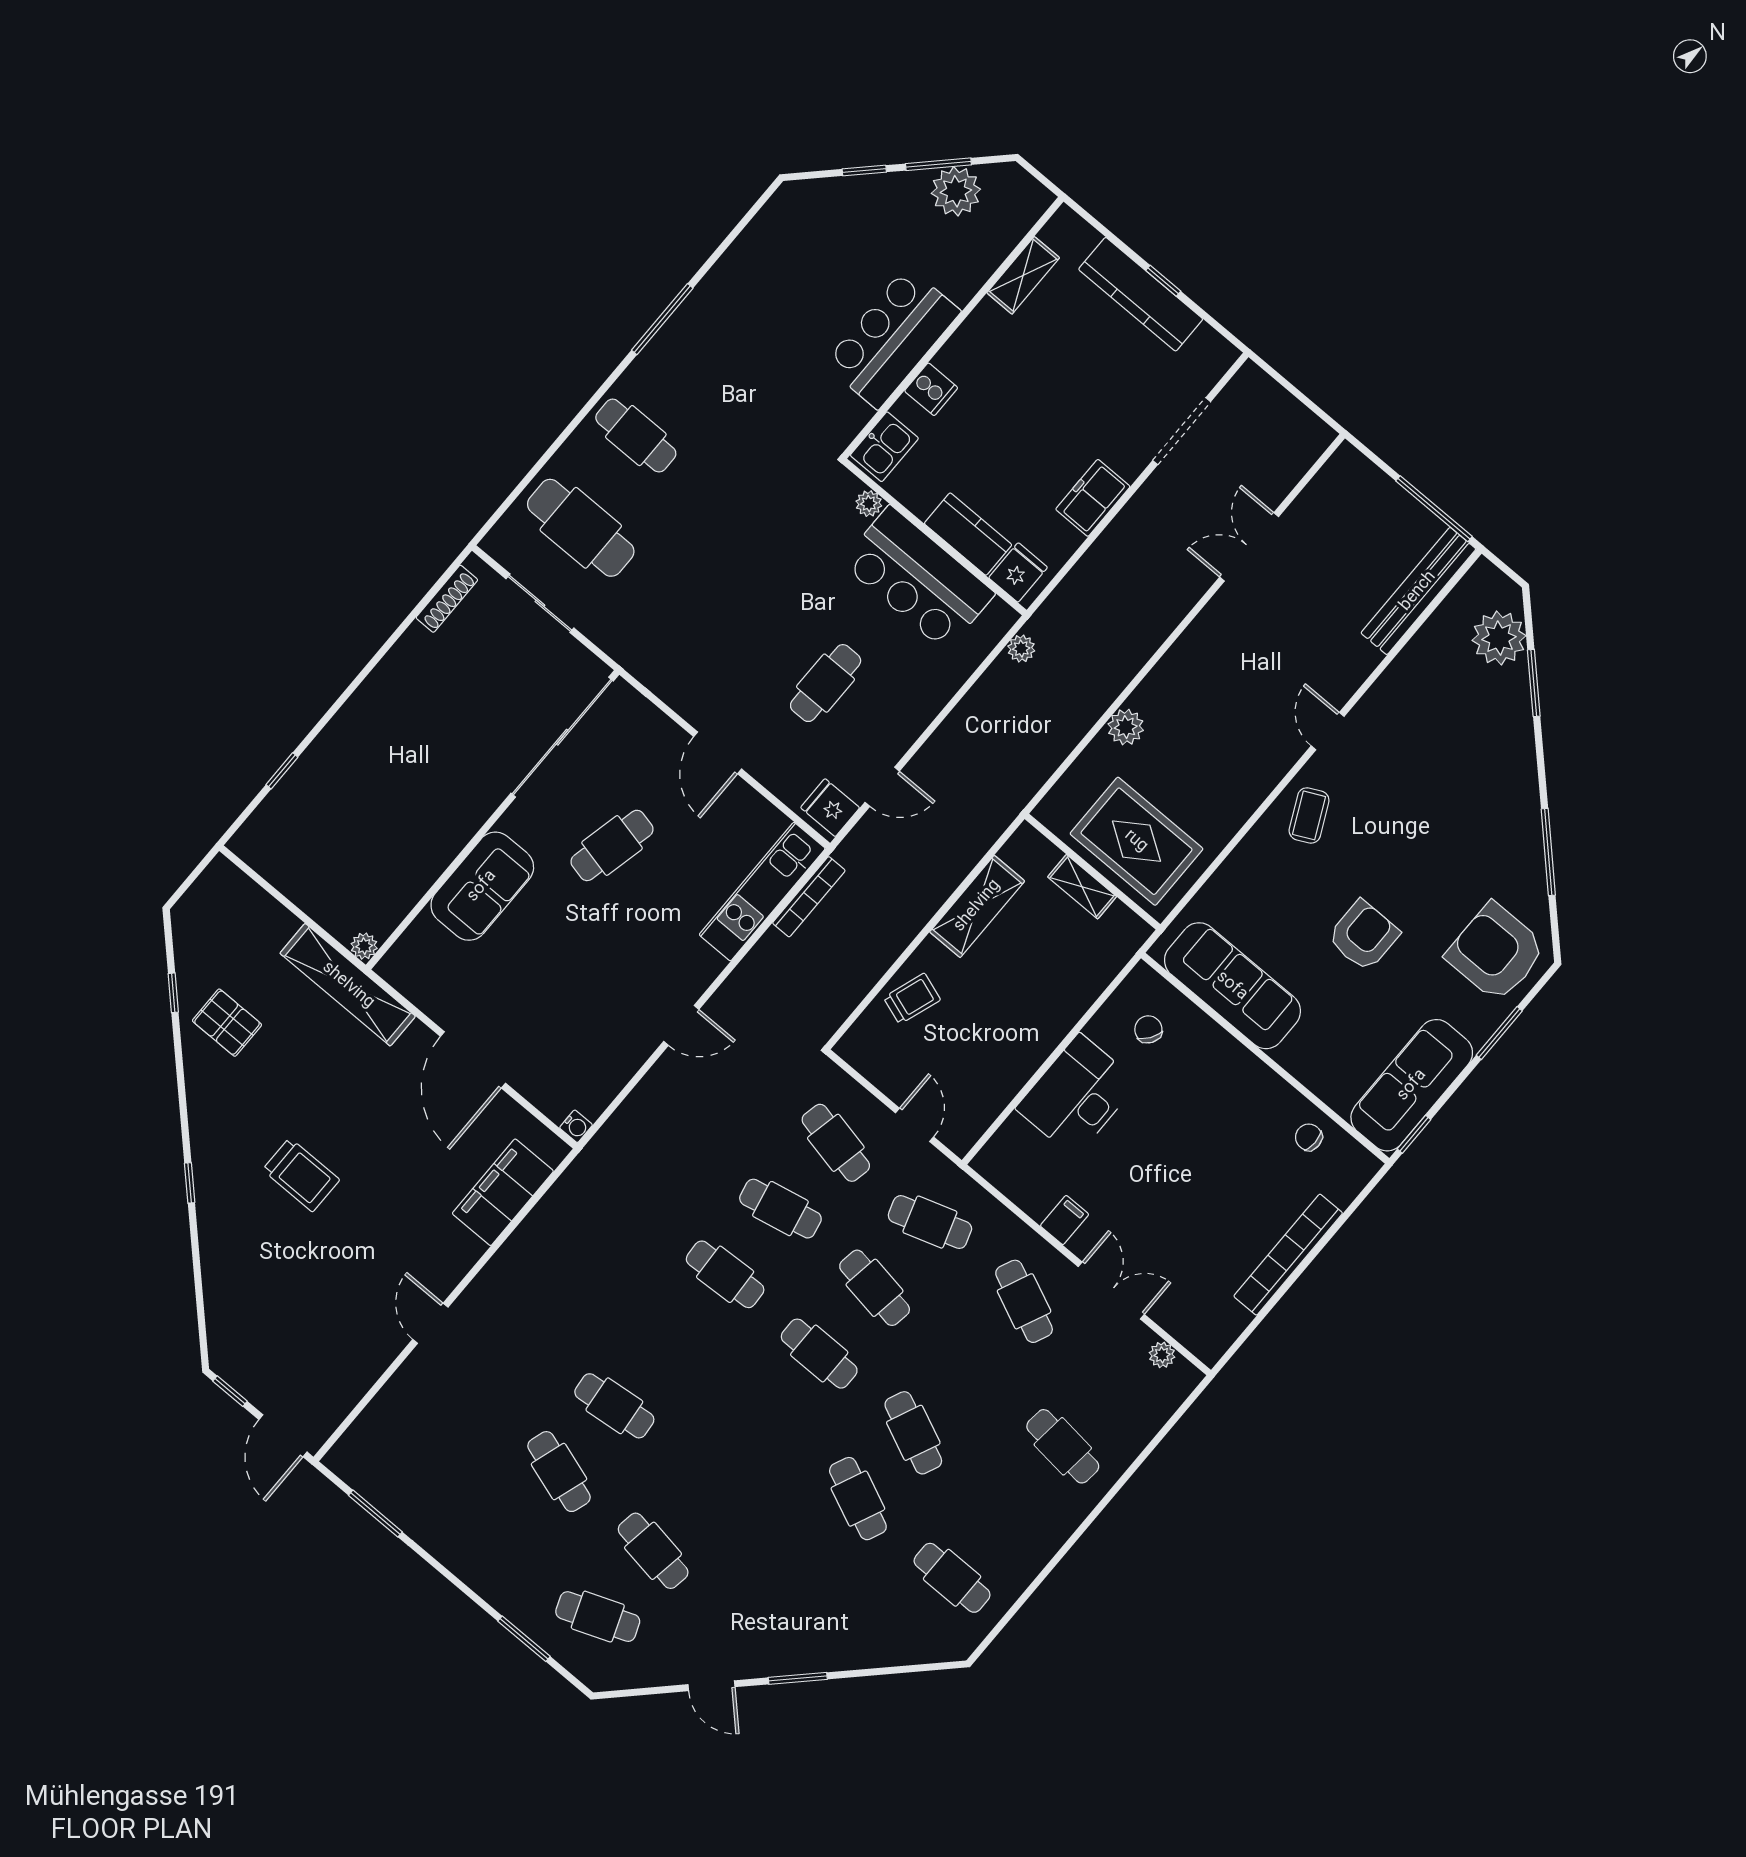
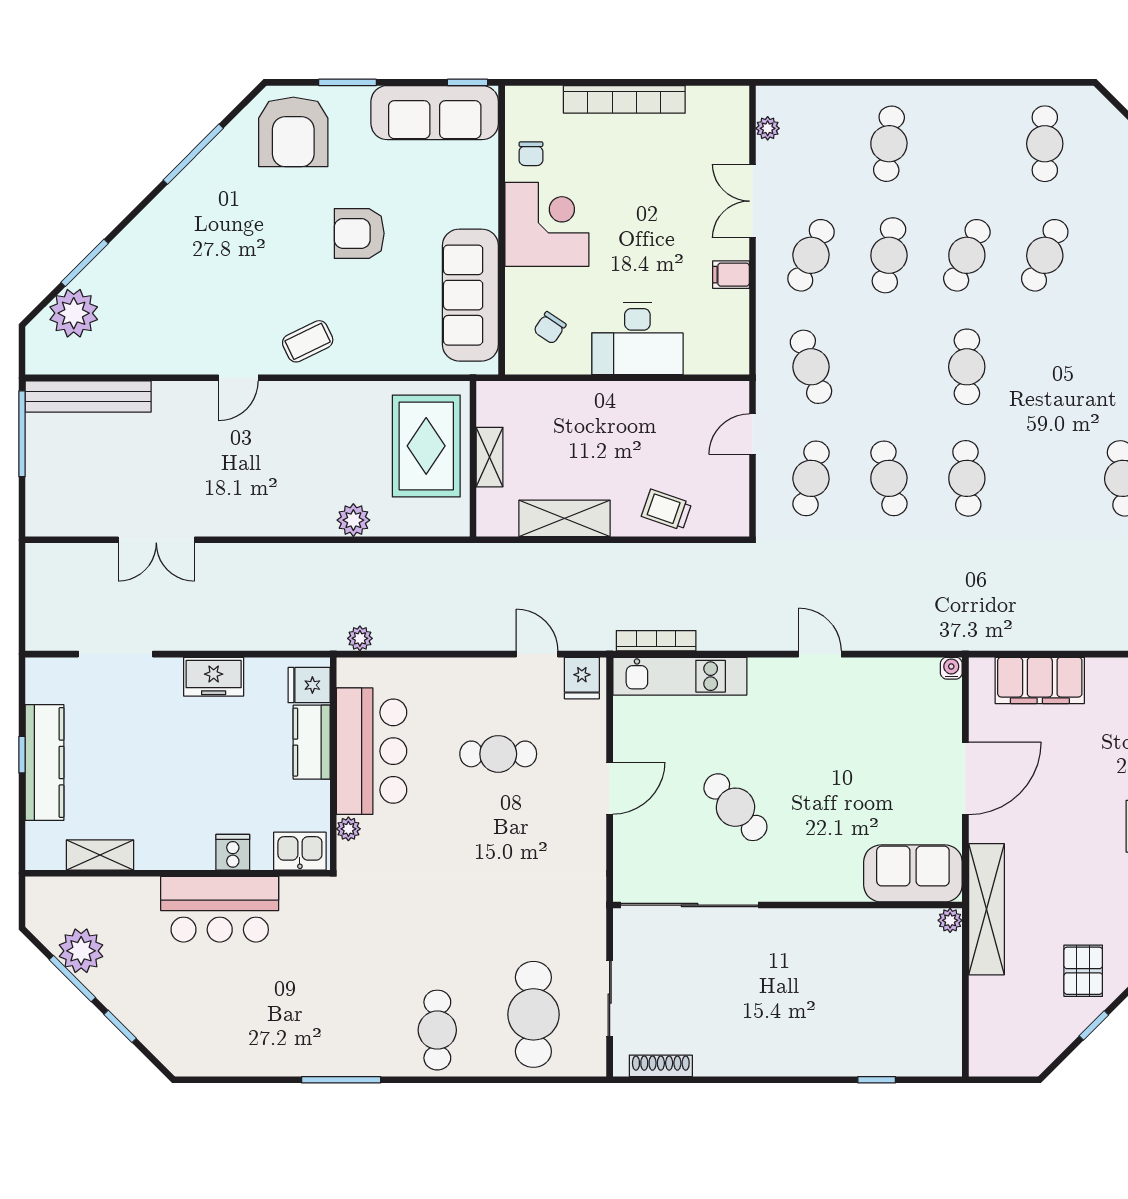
cafe table: (612, 845) -> (735, 807), turned 35
sofa: (482, 886) -> (913, 873), moved
corner desk: (1238, 1100) -> (547, 224), added
cafe table: (875, 1288) -> (889, 255), moved

